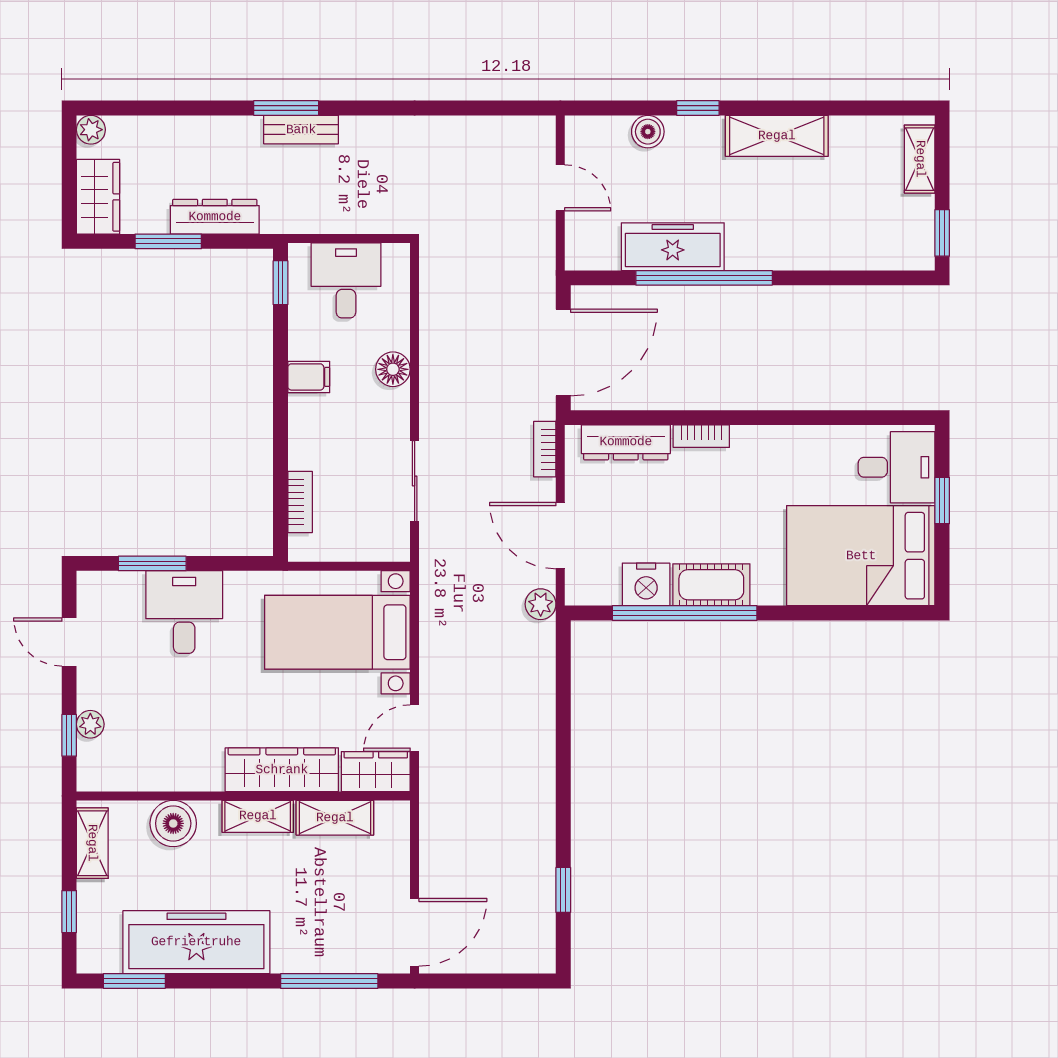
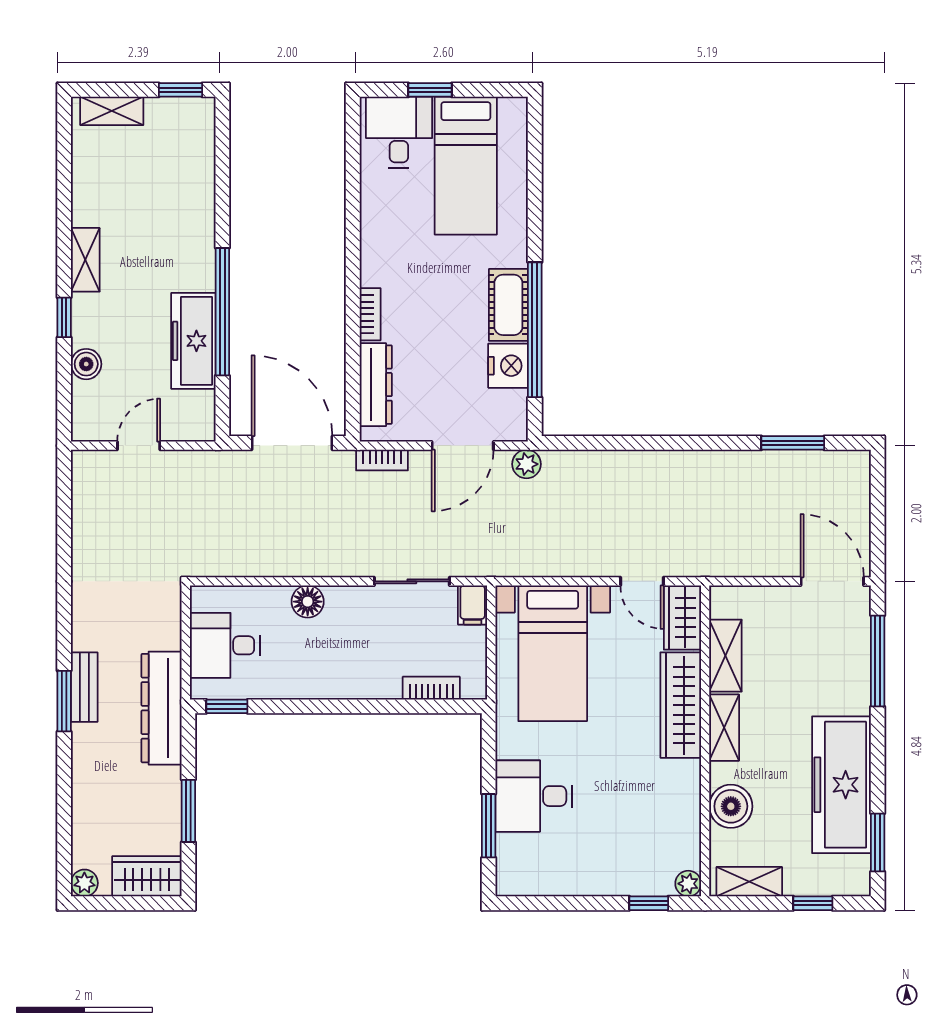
shelving: (777, 136) -> (85, 260), width x0.67, depth x0.75
dresser: (215, 217) -> (161, 708), moved, width x1.37, depth x1.24
filing cabinet: (309, 377) -> (473, 605), moved, turned 180
bed: (861, 556) -> (466, 166), width x0.67
door: (69, 642) -> (562, 903), removed
plant: (90, 724) -> (688, 884), moved
window: (563, 890) -> (793, 443), width x1.50

